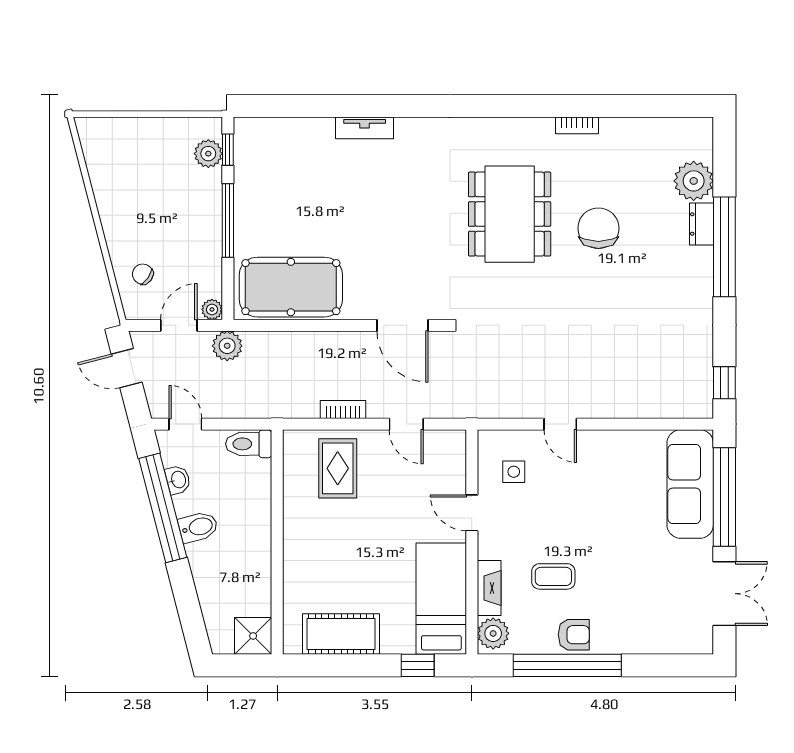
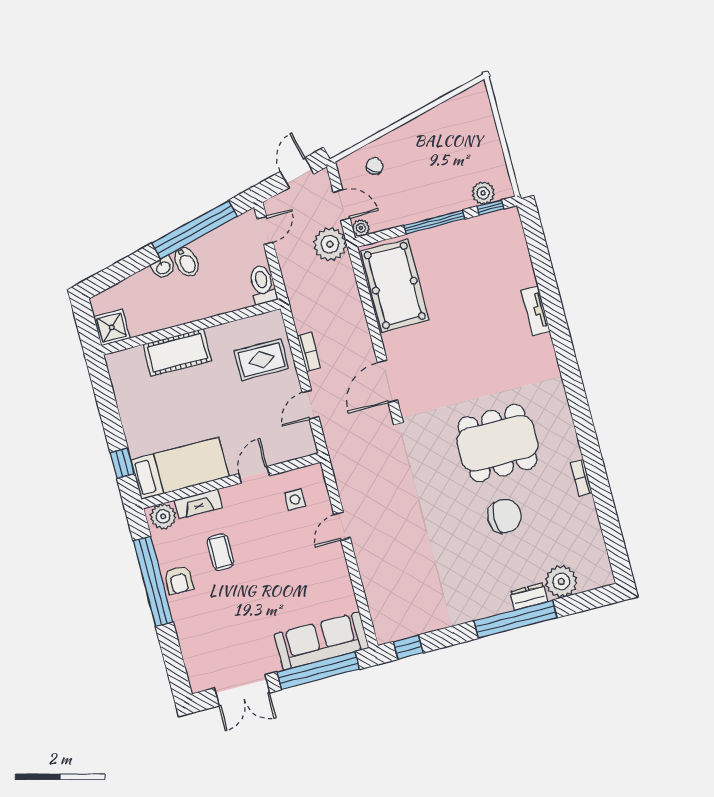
plant: (227, 346) -> (330, 244), width x1.36, depth x1.36
washbasin: (178, 480) -> (163, 267), moved
cot: (341, 634) -> (177, 353), moved, turned 90

